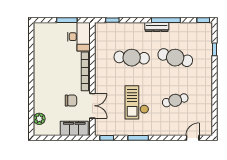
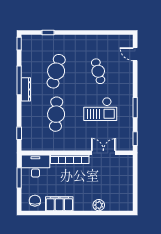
chair: (71, 101) -> (35, 201), moved
plant: (39, 119) -> (99, 205), moved
filing cabinet: (74, 128) -> (59, 204), moved, turned 90

